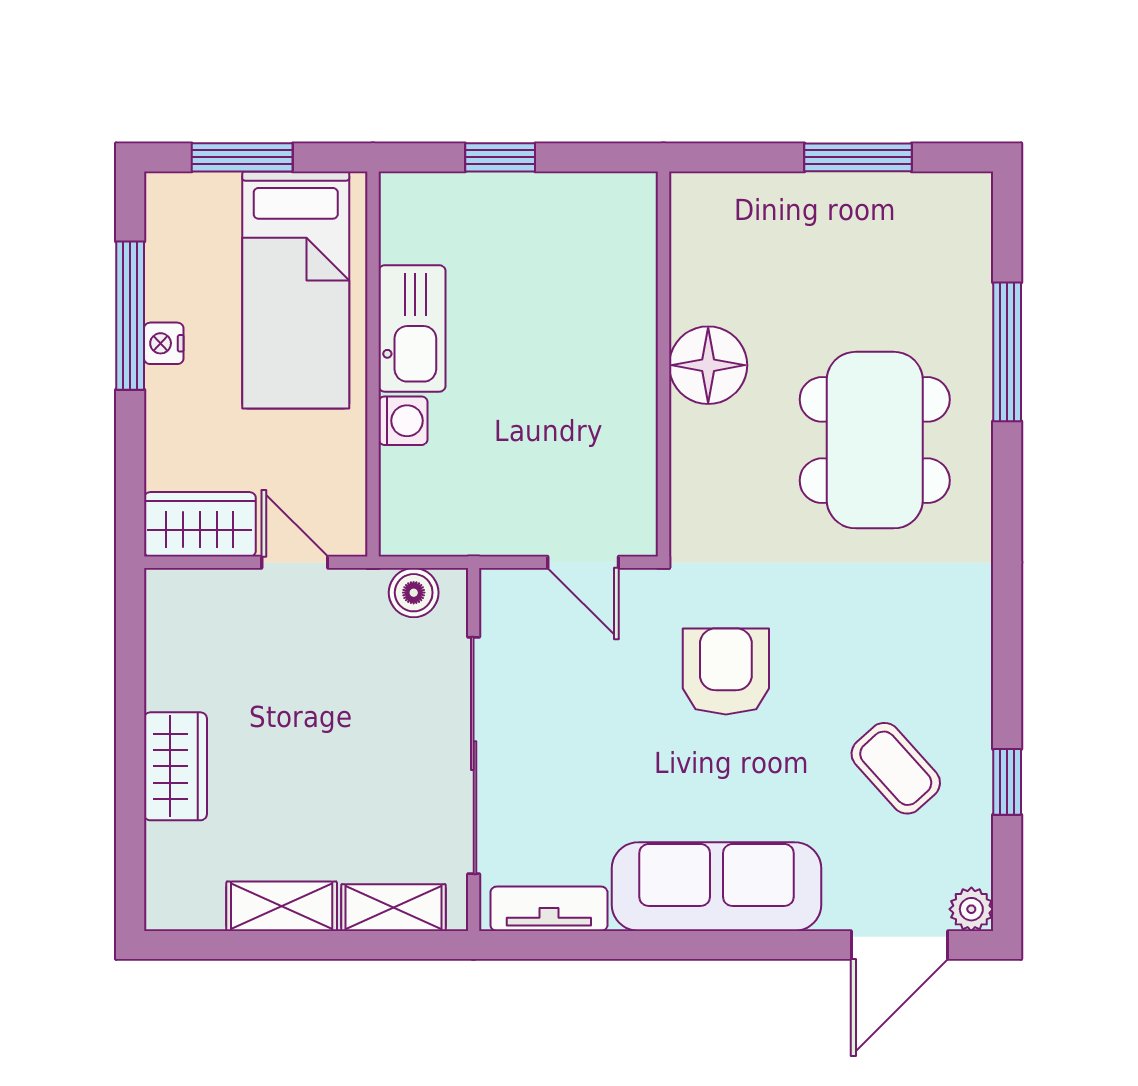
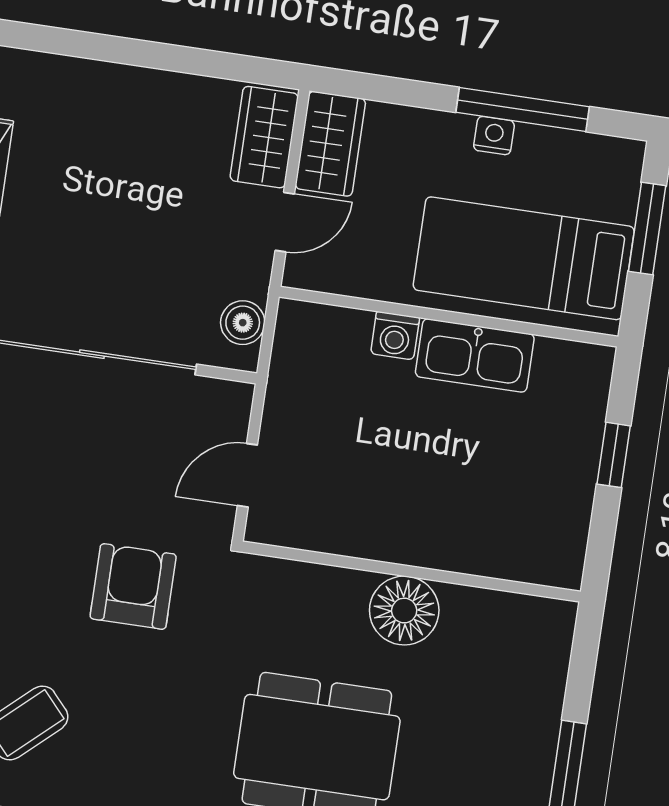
armchair: (726, 671) -> (133, 586), turned -90
wardrobe: (175, 766) -> (264, 137), moved, turned 90

